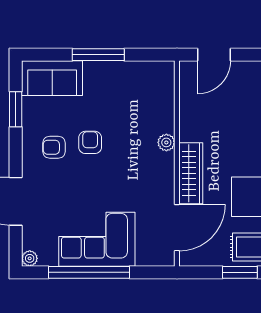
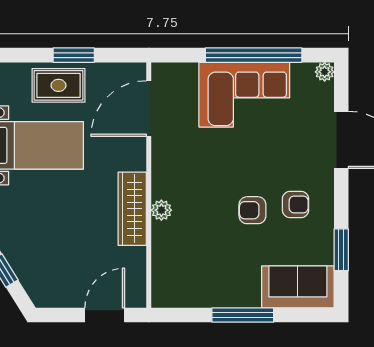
armchair: (90, 142) -> (252, 210), turned 90
wardrobe: (191, 173) -> (132, 209), moved

